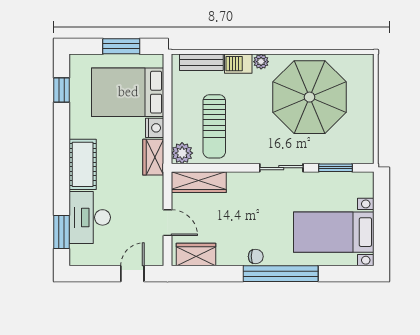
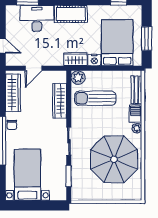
wardrobe: (199, 182) -> (59, 101), moved
wardrobe: (196, 255) -> (13, 93), width x1.50

